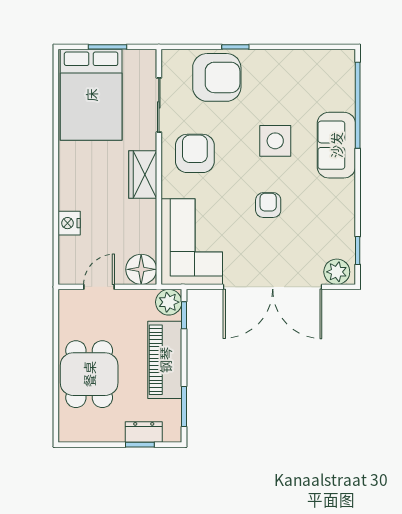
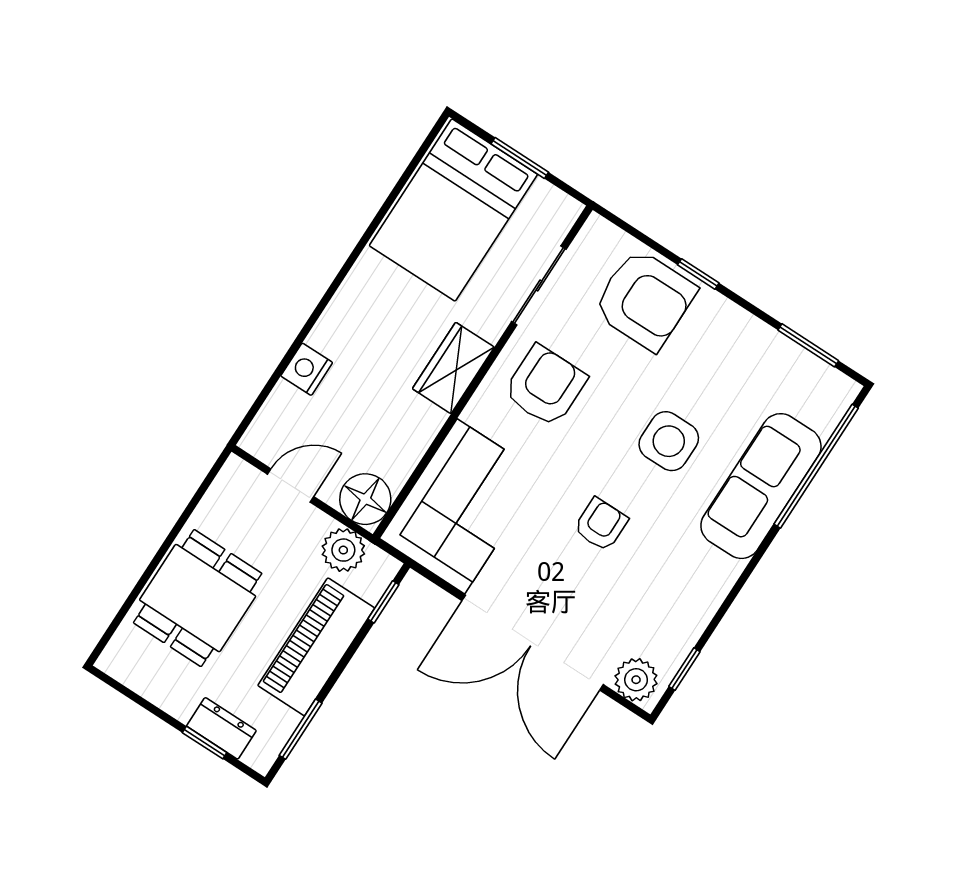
window: (314, 47) -> (808, 345), added
sofa: (336, 145) -> (761, 486), width x1.36
plant: (169, 302) -> (343, 550), moved

